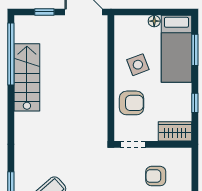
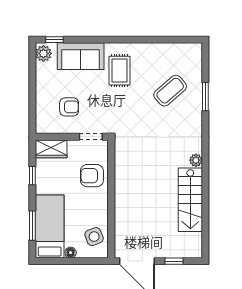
window: (11, 54) -> (205, 222), removed
side table: (138, 65) -> (94, 237), moved
plant: (21, 119) -> (196, 160), added

